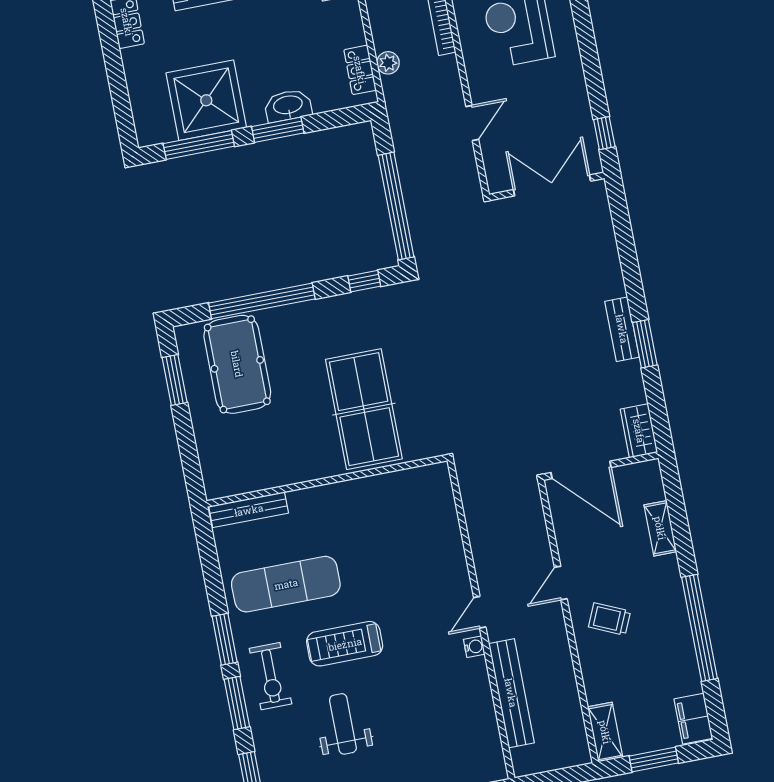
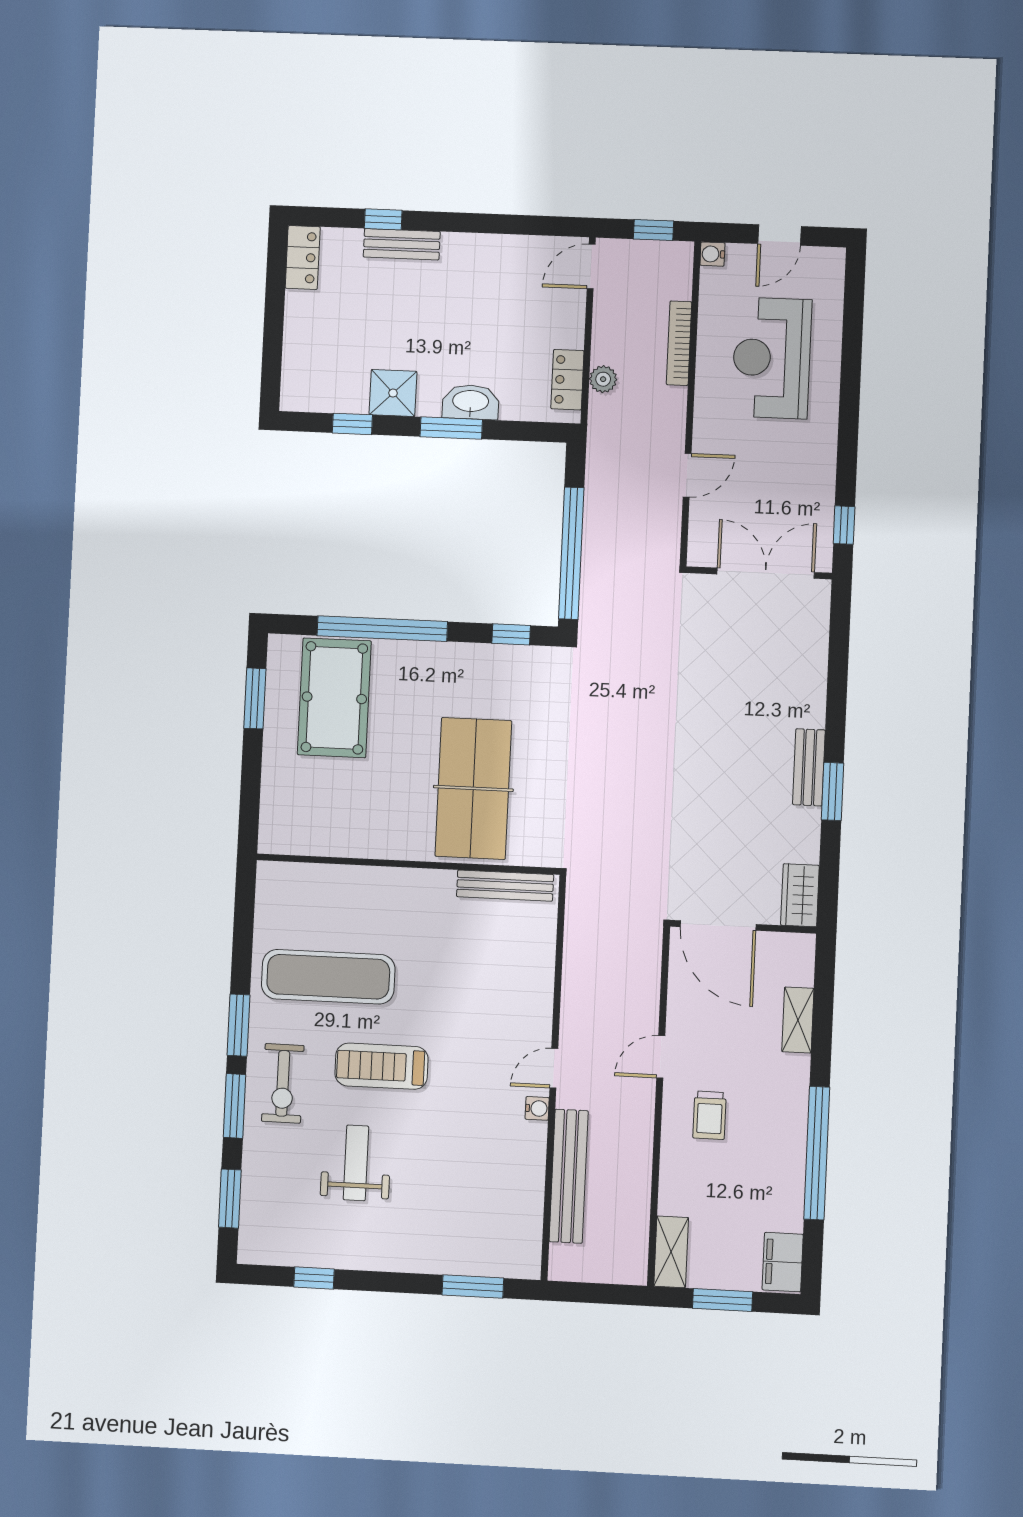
shower: (206, 100) -> (393, 393), width x0.54, depth x0.54
window: (199, 145) -> (352, 424), width x0.46
bench: (249, 510) -> (505, 886), moved
trolley: (609, 619) -> (709, 1115), turned -114

